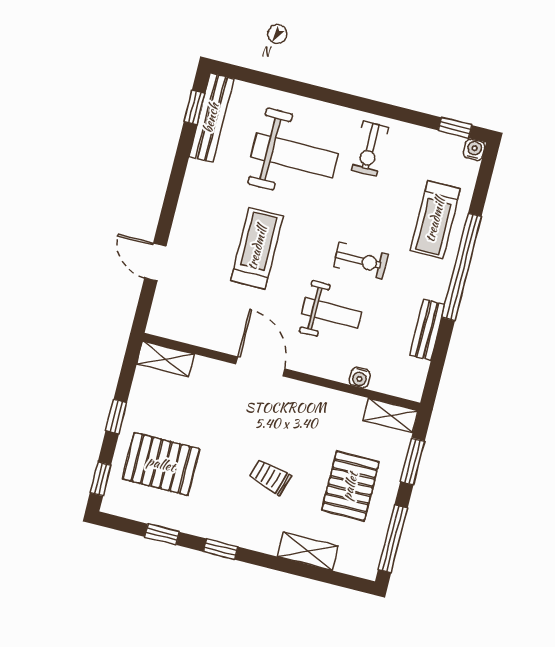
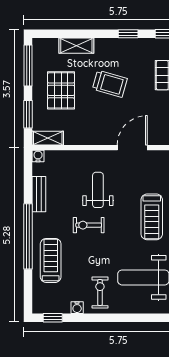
water cooler: (474, 150) -> (77, 308), moved
weight bench: (332, 313) -> (98, 190), turned 90
door: (260, 366) -> (132, 148), swing flipped
water cooler: (360, 377) -> (38, 156), moved
trolley: (270, 477) -> (110, 84), width x1.36, depth x1.39

